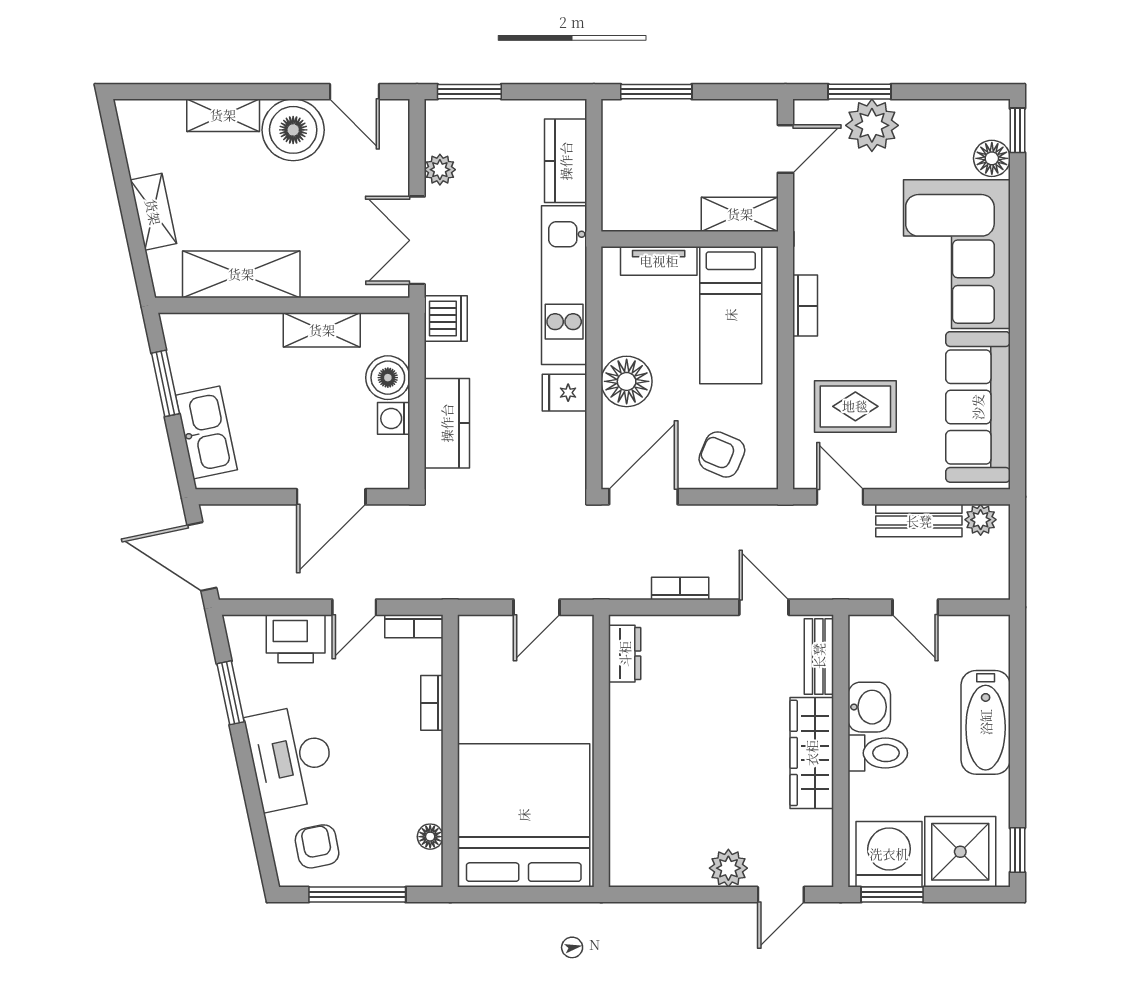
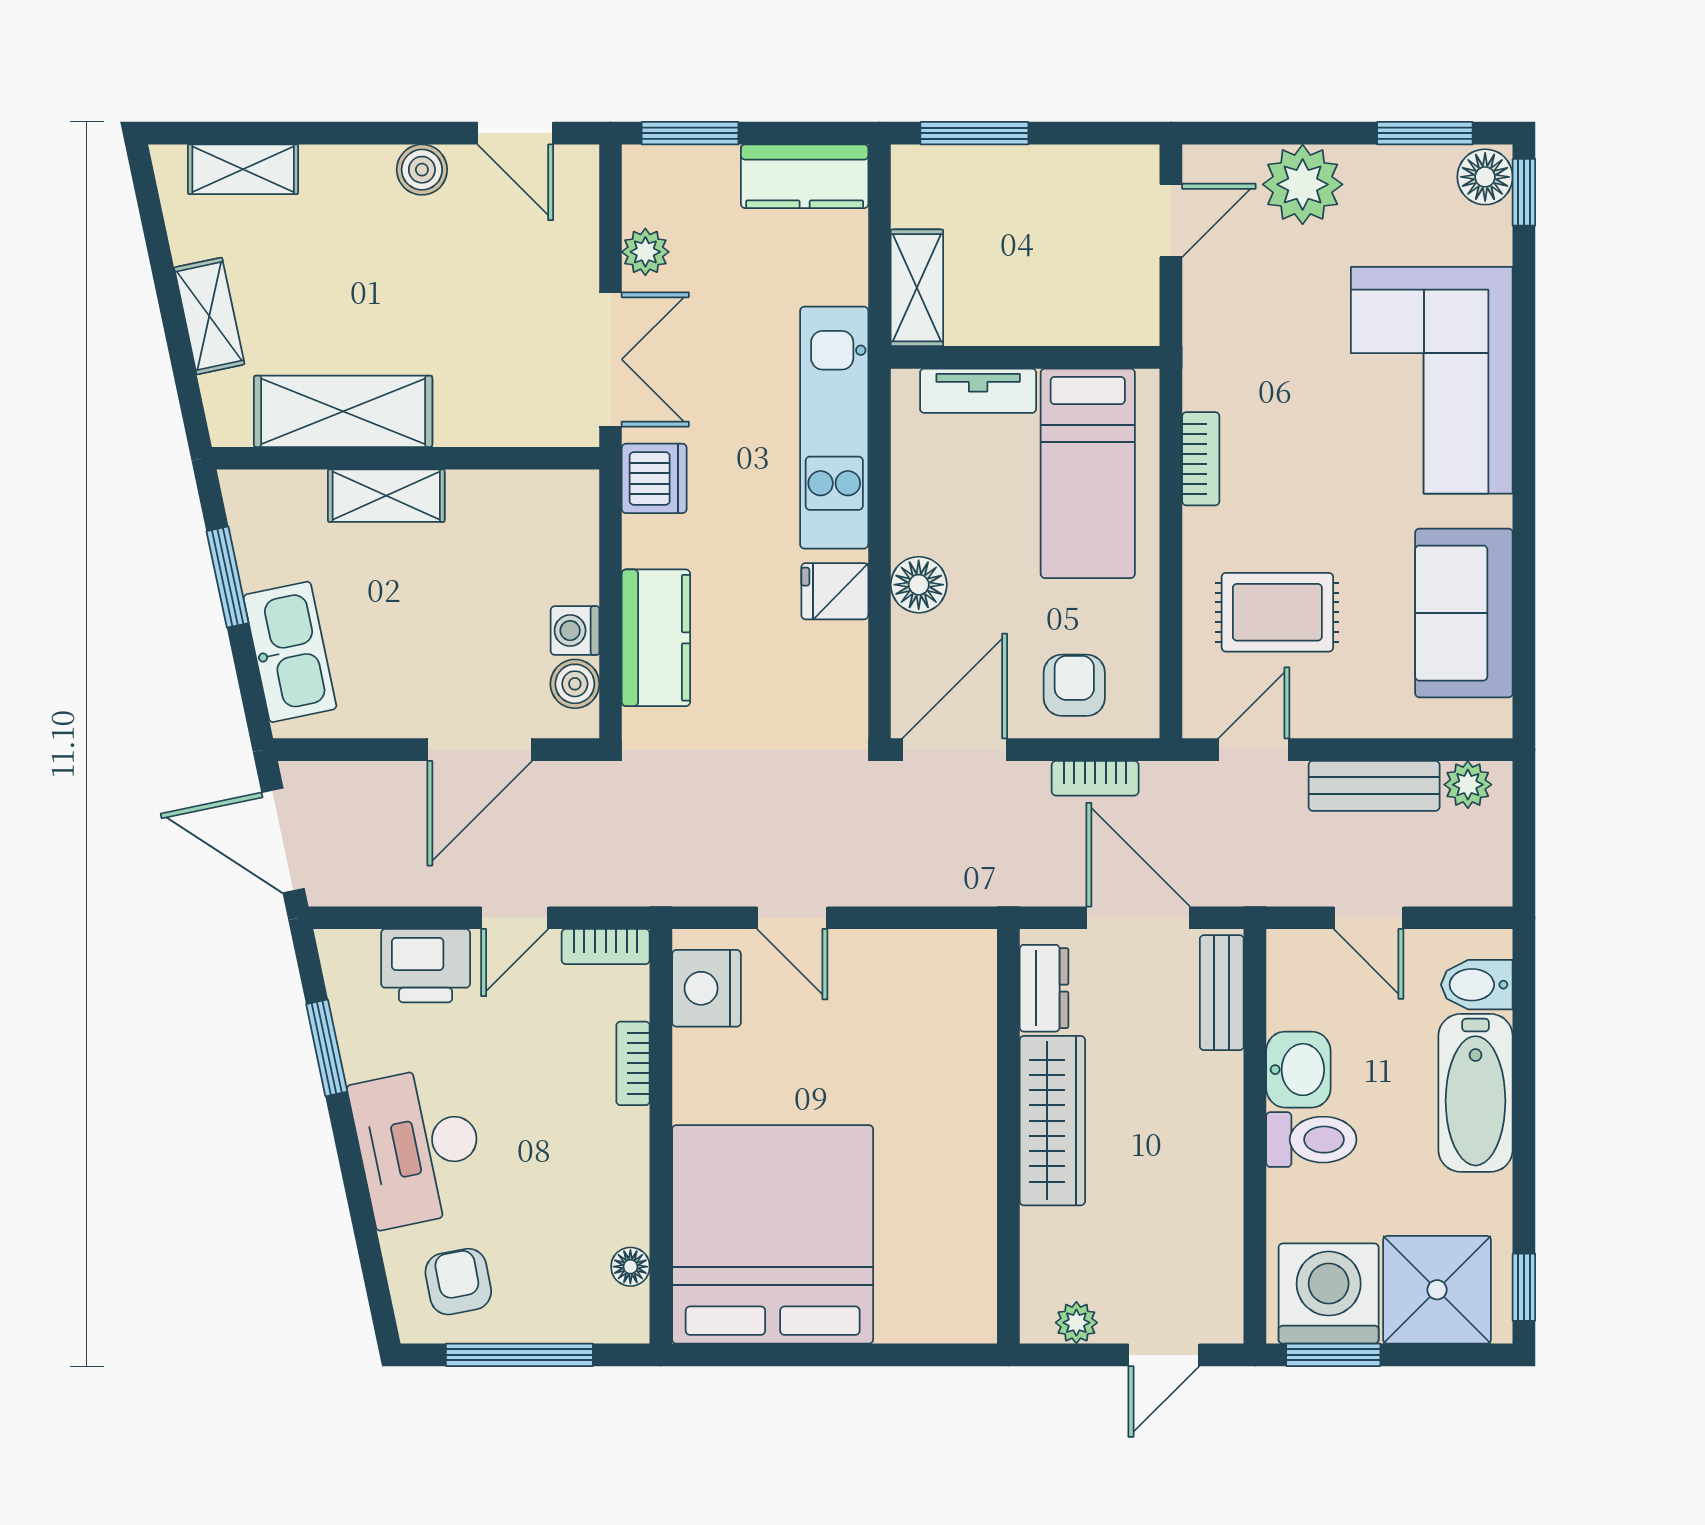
window: (860, 92) -> (1425, 133), moved
shelving: (223, 115) -> (243, 169), moved
boiler: (293, 130) -> (422, 170), width x0.54, depth x0.54
floor lamp: (992, 158) -> (1485, 177), moved
kitchen counter: (566, 161) -> (805, 176), moved, turned -90
shelving: (740, 214) -> (917, 288), moved, turned 90
double door: (417, 240) -> (611, 359), swing flipped
shelving: (322, 330) -> (386, 496), moved
boiler: (388, 378) -> (575, 684), moved, width x0.73, depth x0.73
floor lamp: (627, 381) -> (919, 585), width x0.73, depth x0.73
sofa: (978, 407) -> (1464, 613), width x0.73
armchair: (722, 454) -> (1074, 685), turned 67
door: (840, 497) -> (1254, 750), hinge flipped
bookcase: (680, 588) -> (1095, 778), moved, turned 180
door: (536, 607) -> (792, 918), hinge flipped
door: (764, 607) -> (1138, 918), width x1.37
bidet: (986, 651) -> (1477, 985), added
nightstand: (480, 654) -> (707, 988), added
dresser: (625, 654) -> (1044, 988), moved
wall: (601, 751) -> (1008, 1136), moved
wardrobe: (812, 753) -> (1052, 1121), moved, turned 180
plant: (728, 868) -> (1076, 1323), width x0.73, depth x0.73

